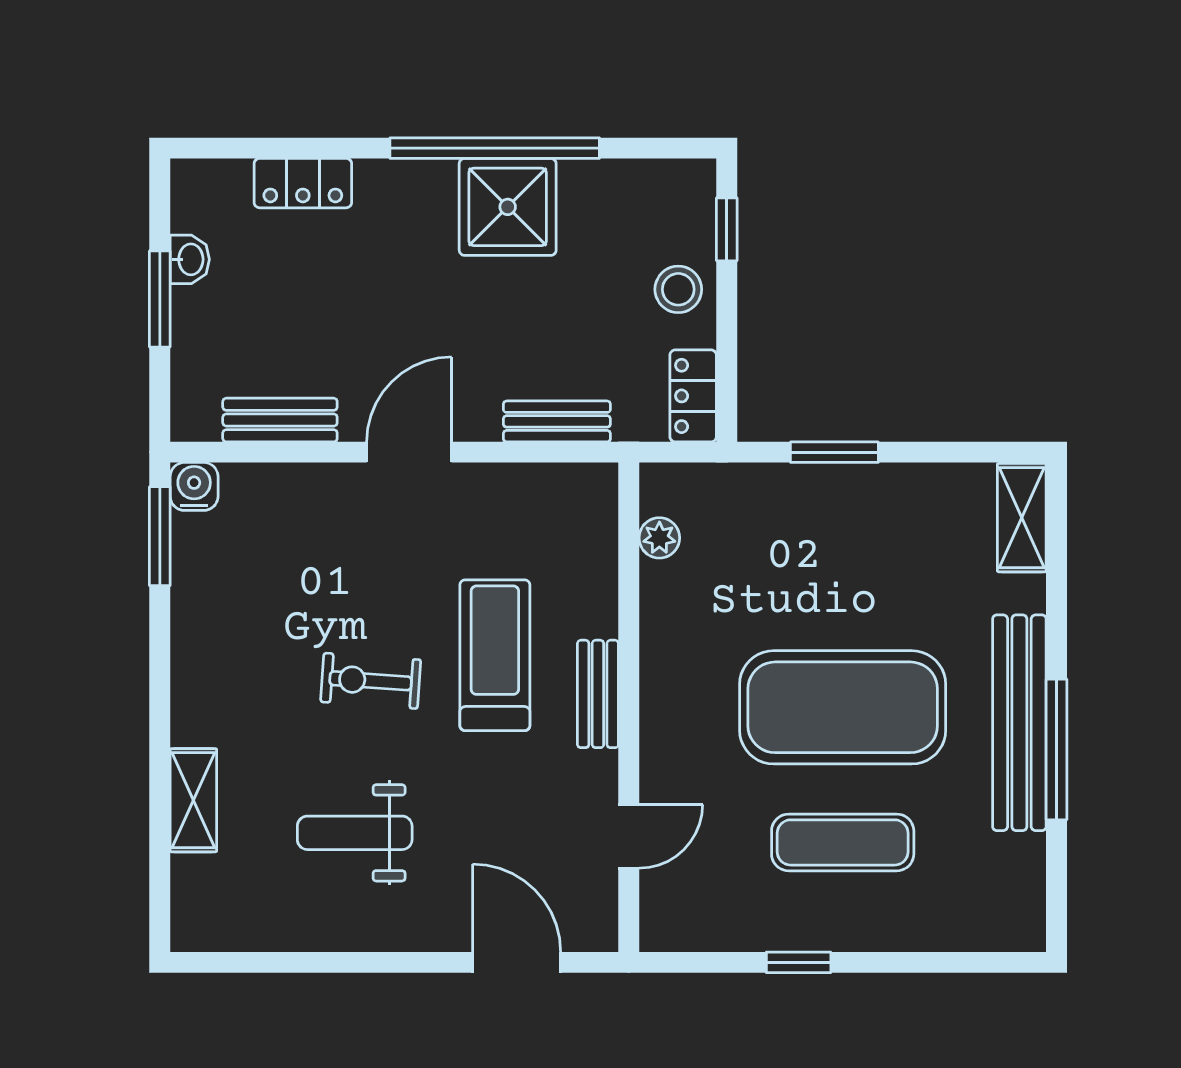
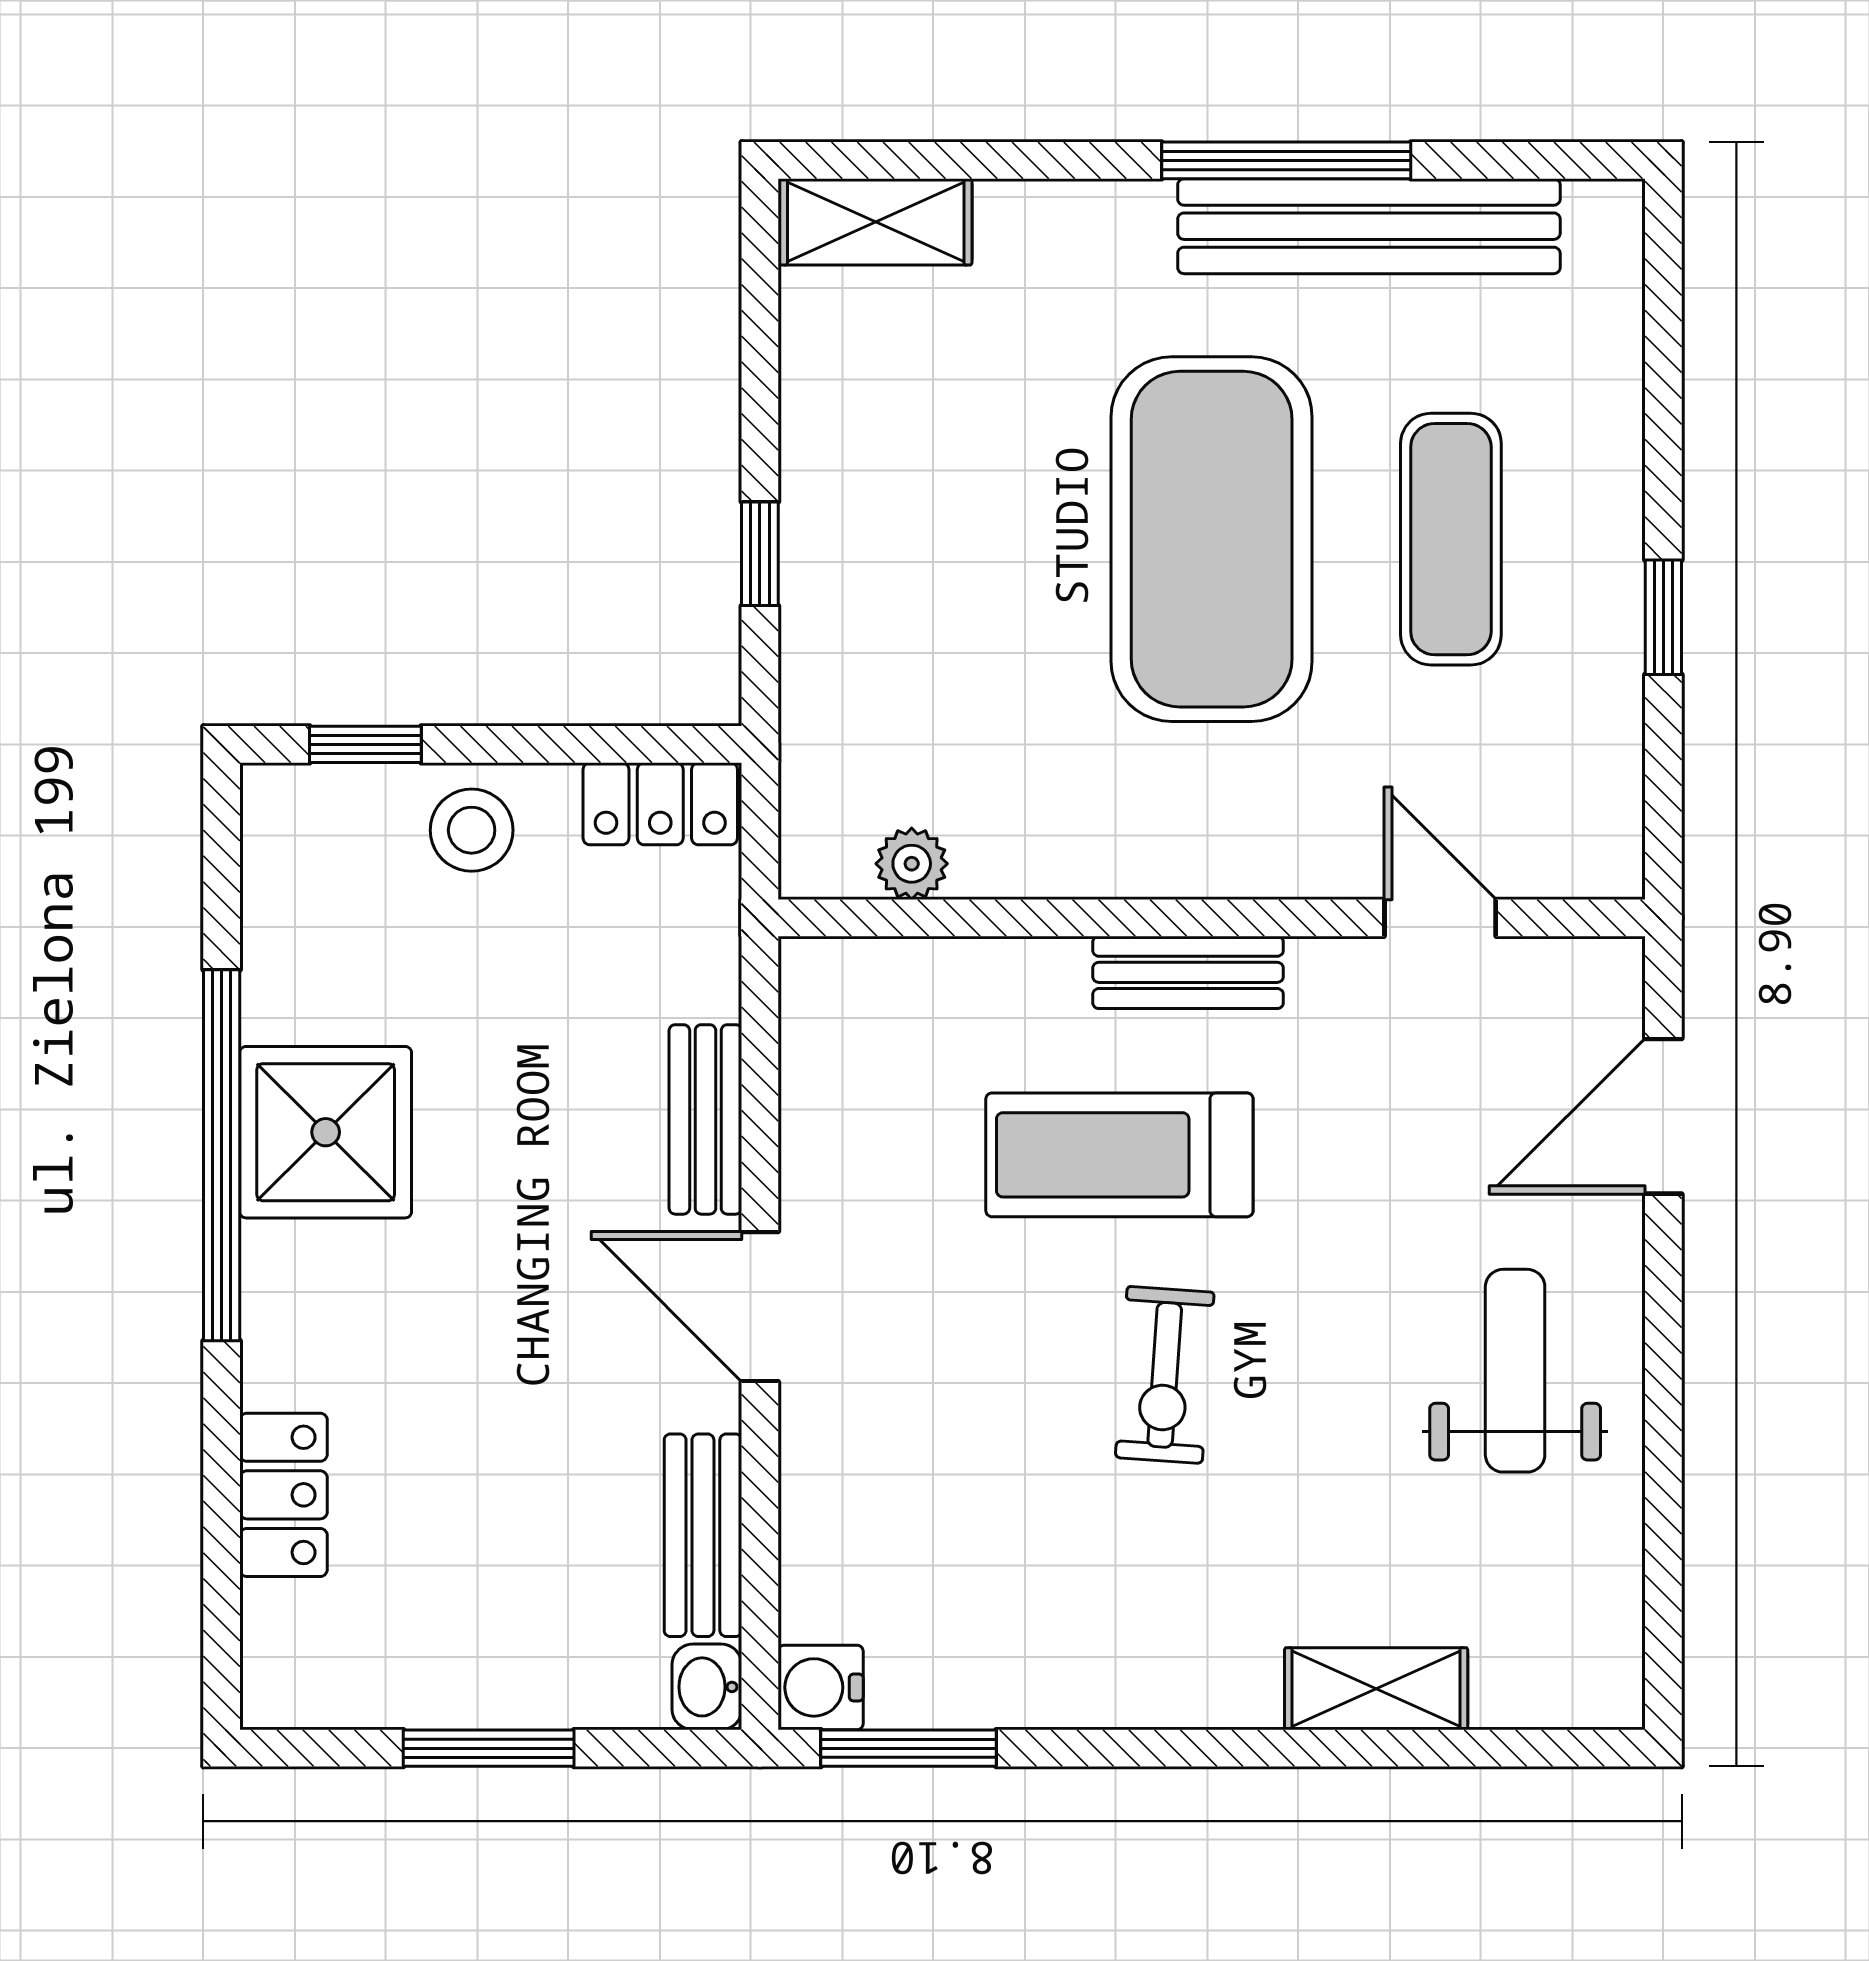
washbasin: (190, 259) -> (707, 1687), moved, turned -90
bench: (557, 421) -> (705, 1119), moved
window: (834, 452) -> (760, 554), width x0.67
bench: (1019, 723) -> (1369, 226), moved
weight bench: (355, 833) -> (1515, 1371), moved, turned 180

